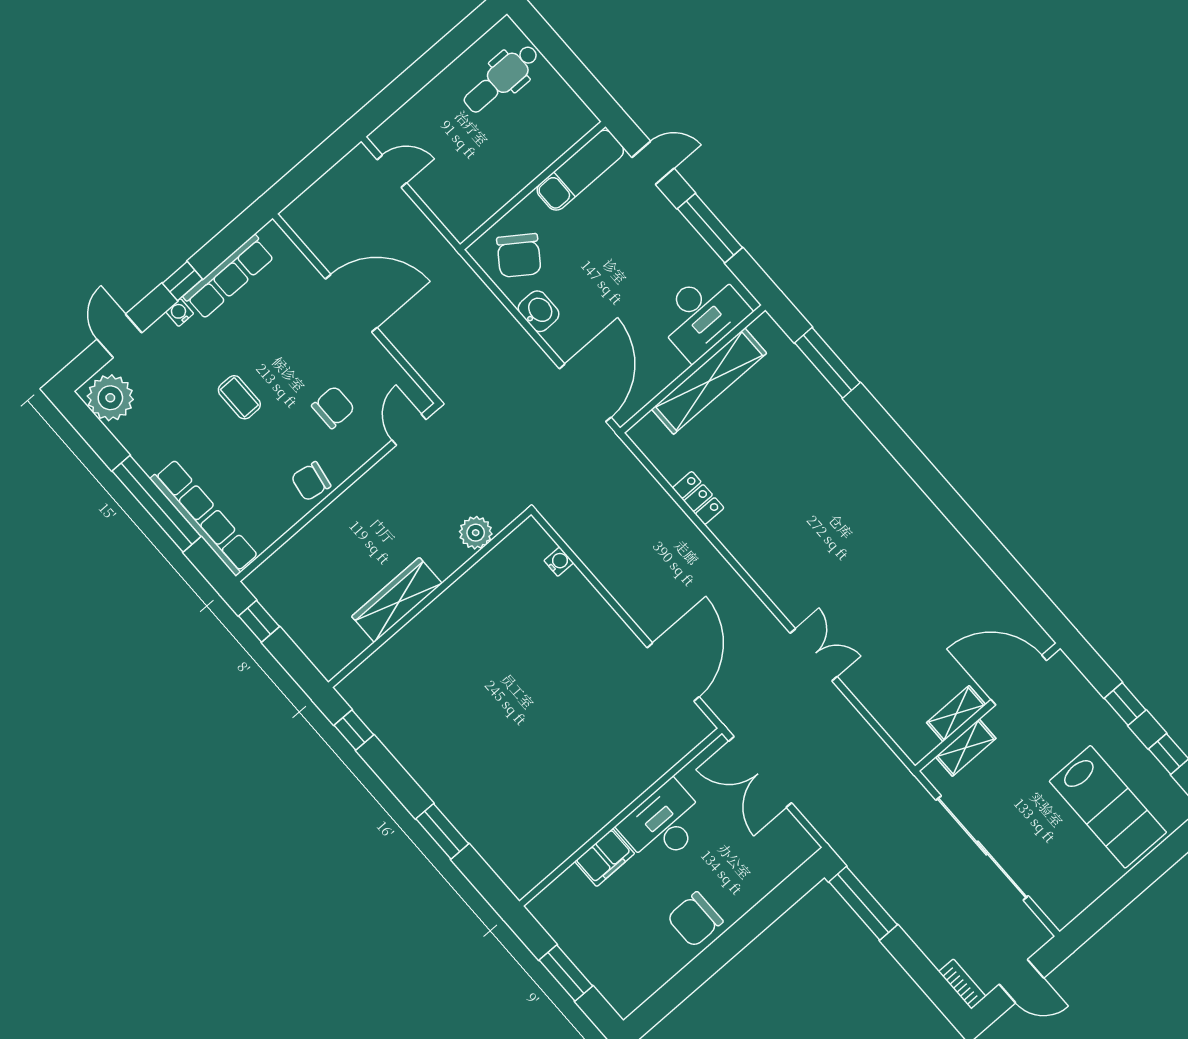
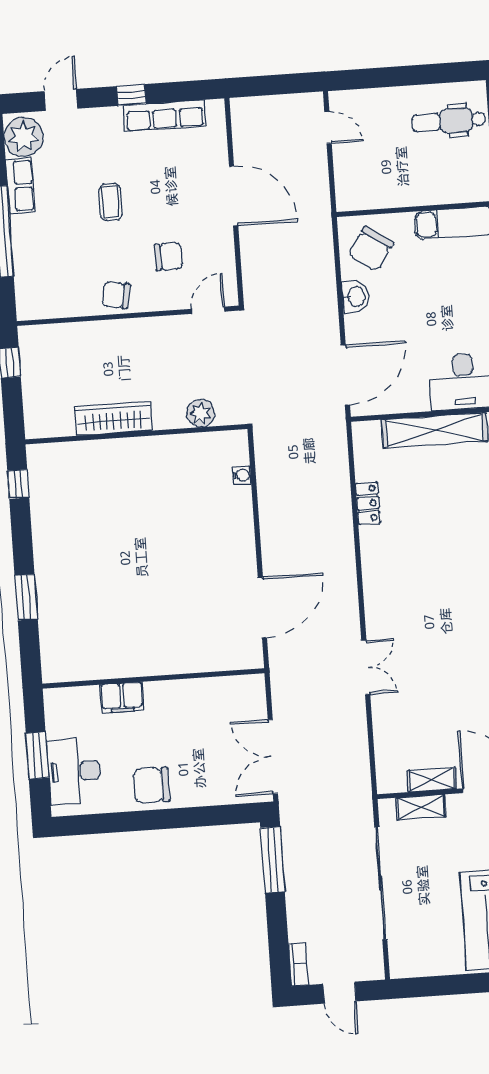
water cooler: (180, 313) -> (113, 115), removed
row of seats: (205, 517) -> (20, 186), moved, width x0.50
double door: (760, 772) -> (273, 757), moved
desk: (664, 824) -> (74, 771), moved, turned -90

